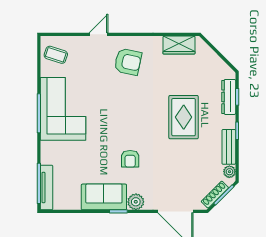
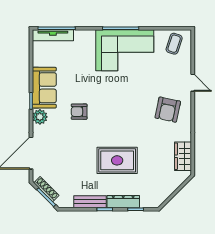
dresser: (229, 97) -> (123, 202), moved
plant: (229, 172) -> (67, 202), removed

